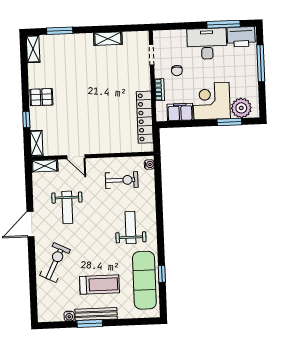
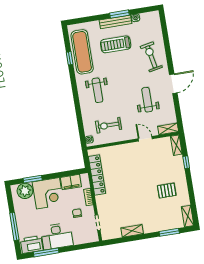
pallet: (41, 97) -> (167, 191), moved
exercise bike: (55, 263) -> (151, 57), turned 143

